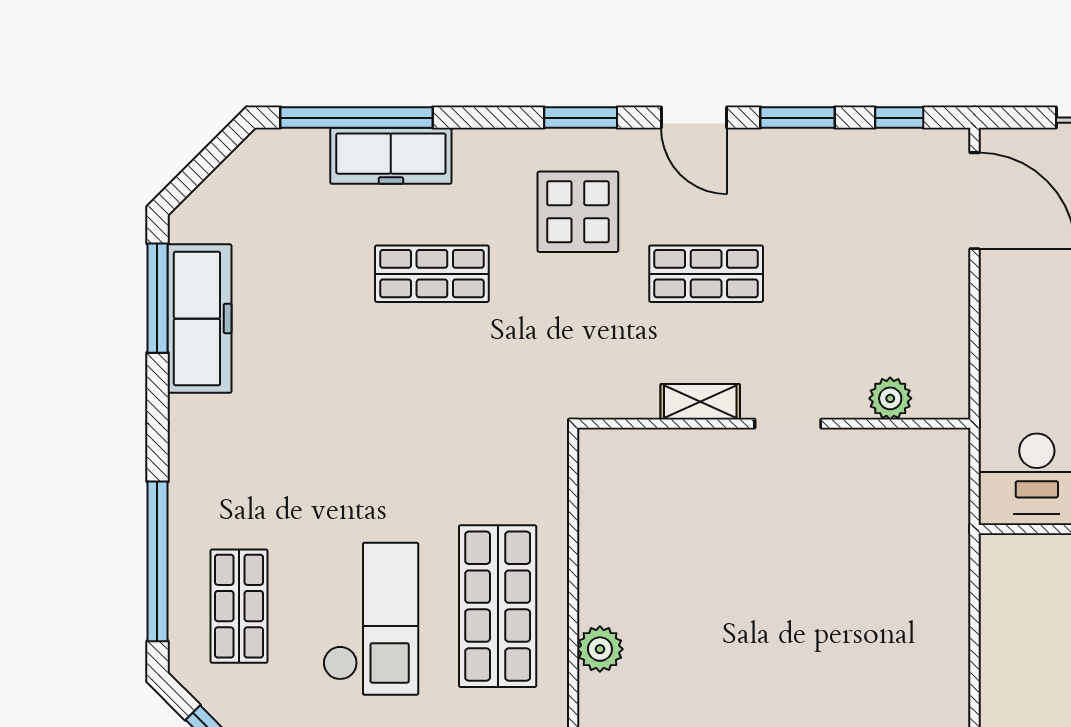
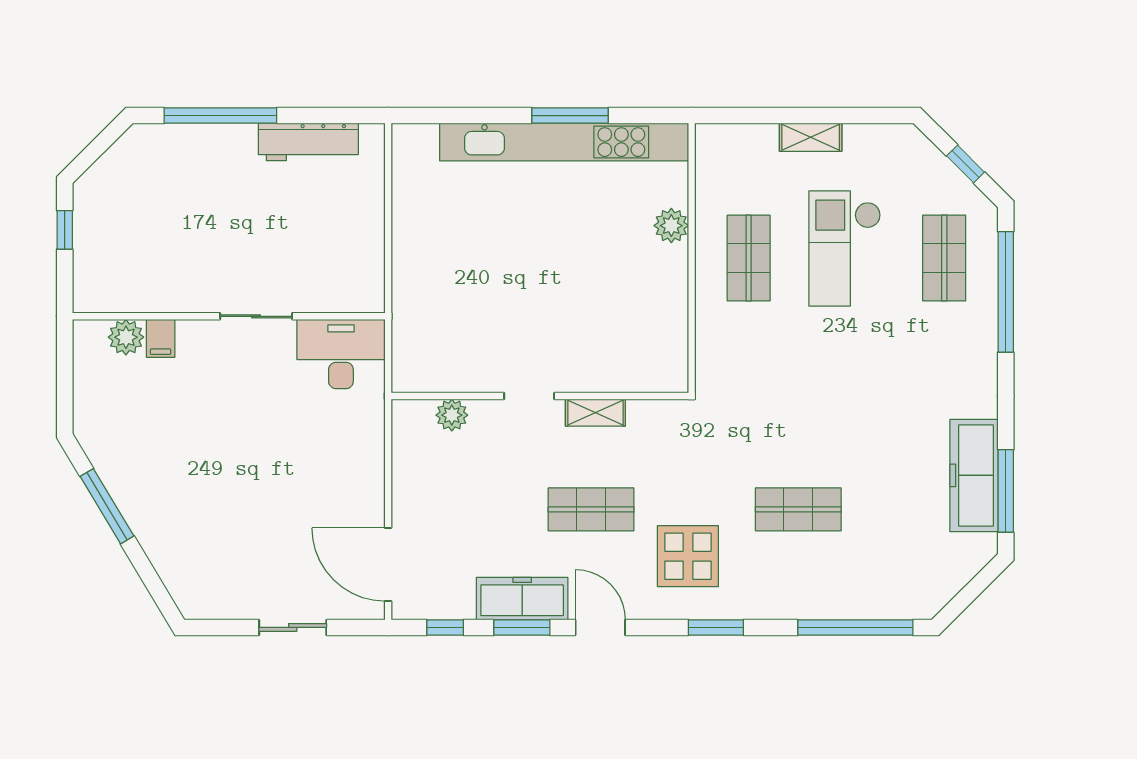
window: (581, 118) -> (716, 627), moved
freezer: (391, 156) -> (522, 599), moved
shop shelf: (498, 606) -> (749, 258), width x0.70, depth x0.74

